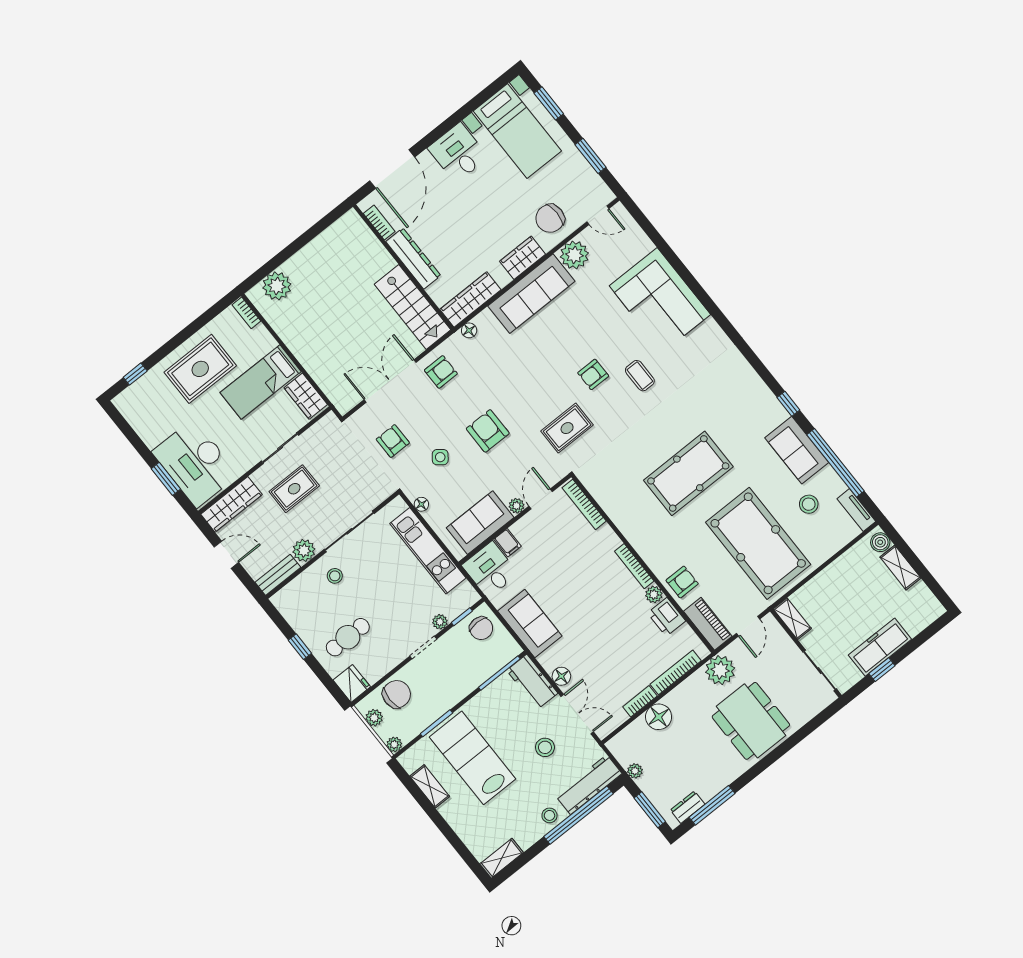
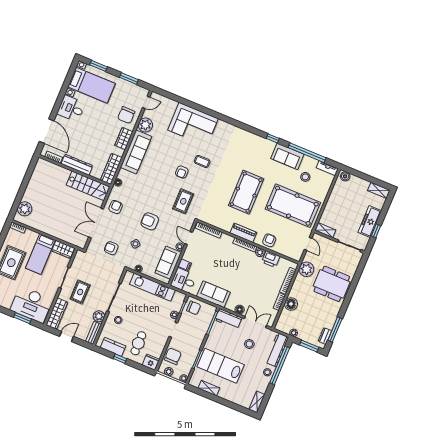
shelving: (900, 568) -> (379, 190), moved
kitchen counter: (299, 619) -> (113, 347), added
piano: (708, 624) -> (243, 233), moved

